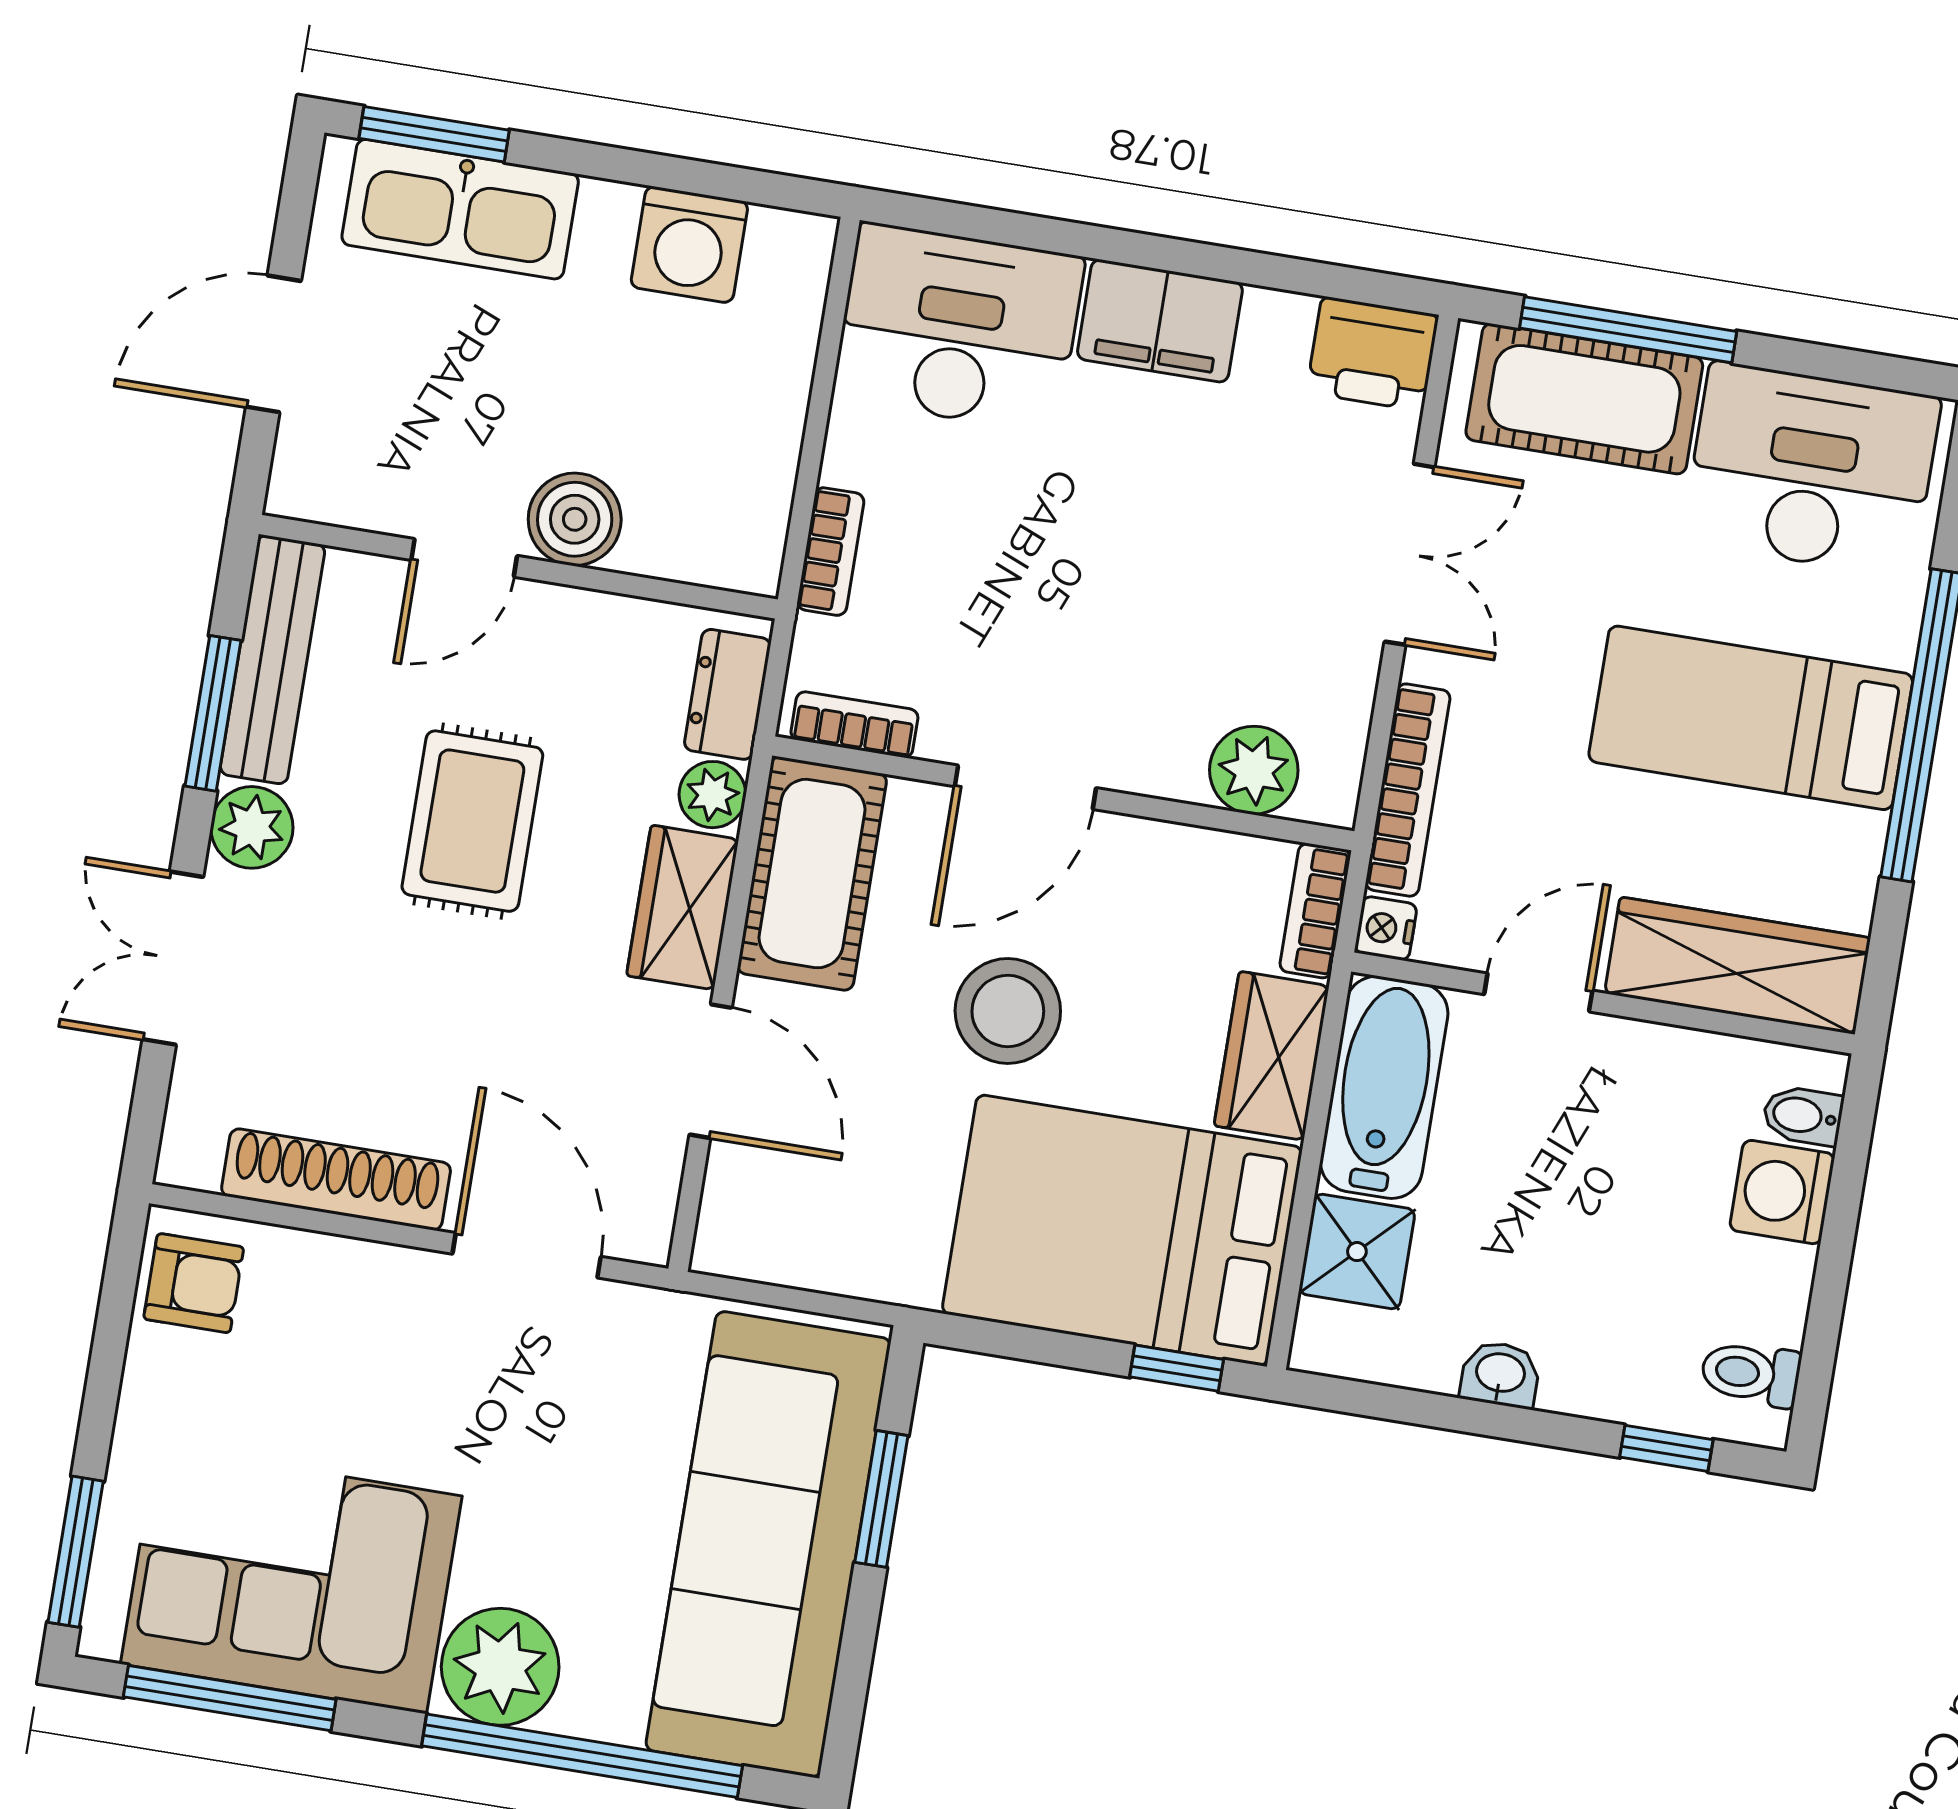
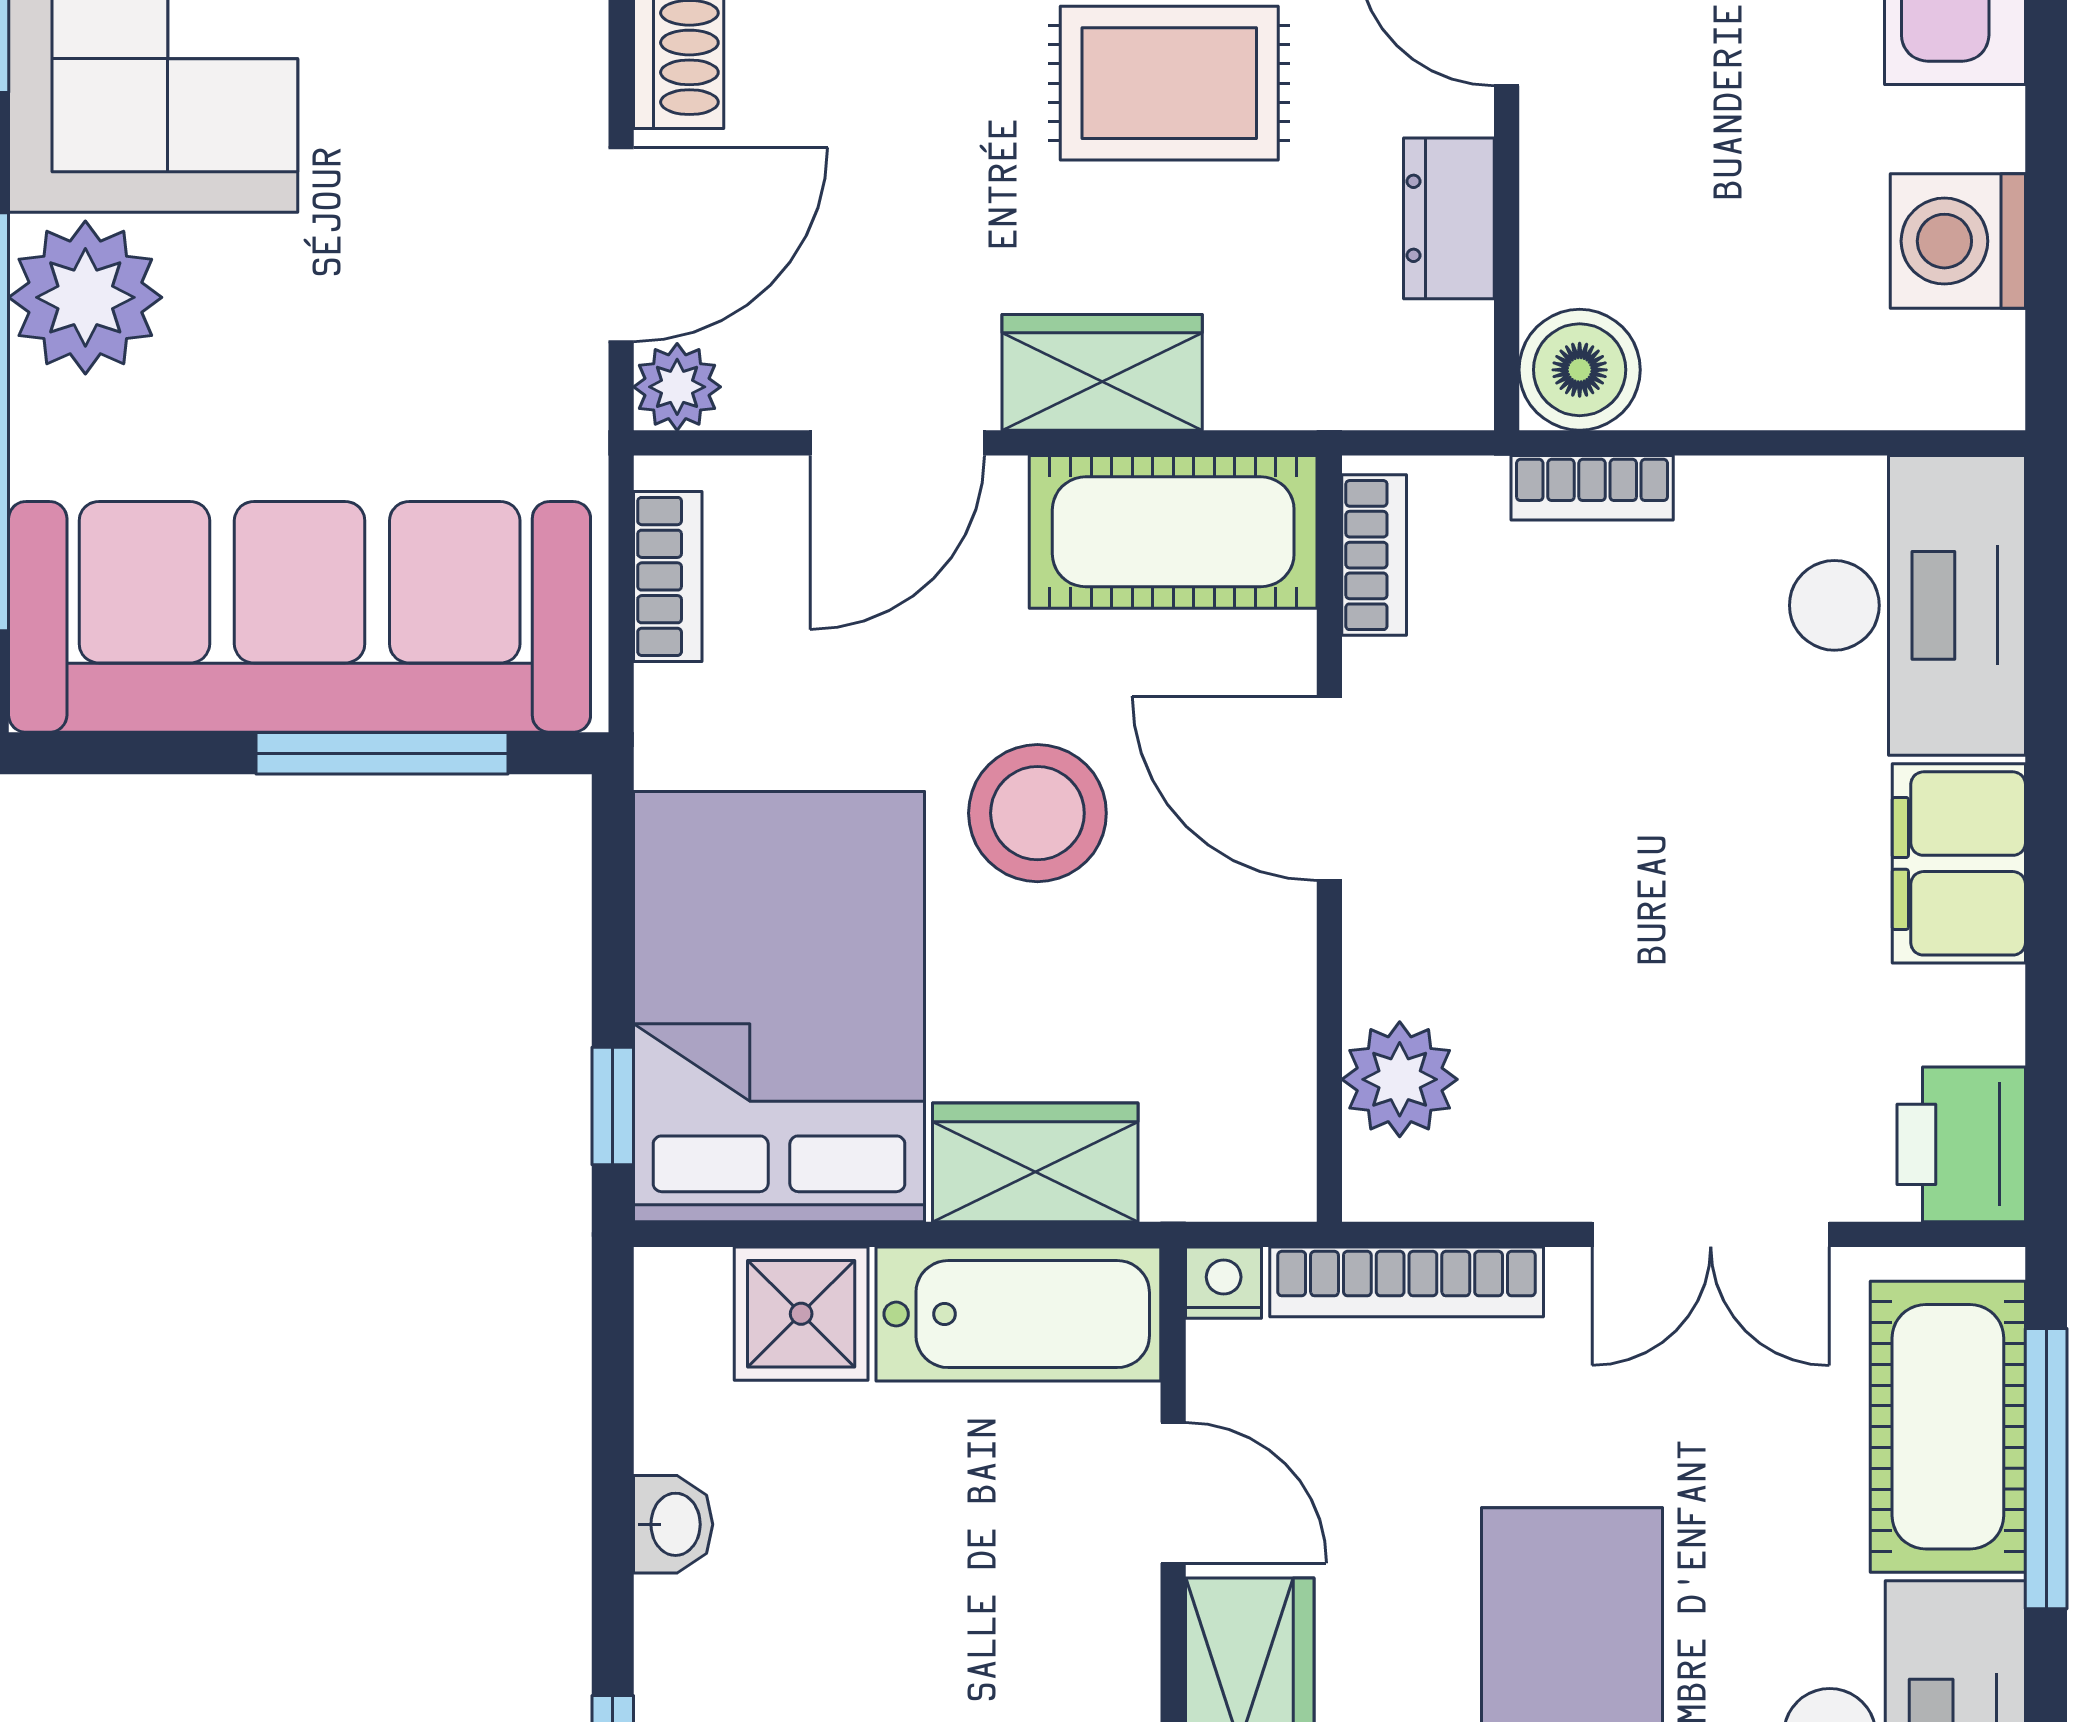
boiler: (575, 519) -> (1580, 370), moved
dresser: (727, 694) -> (1449, 218), moved, turned -90
plant: (712, 795) -> (677, 387), moved
bookcase: (1315, 911) -> (668, 576), moved, turned 90
window: (881, 1499) -> (382, 753), width x1.44

